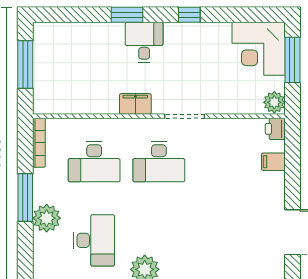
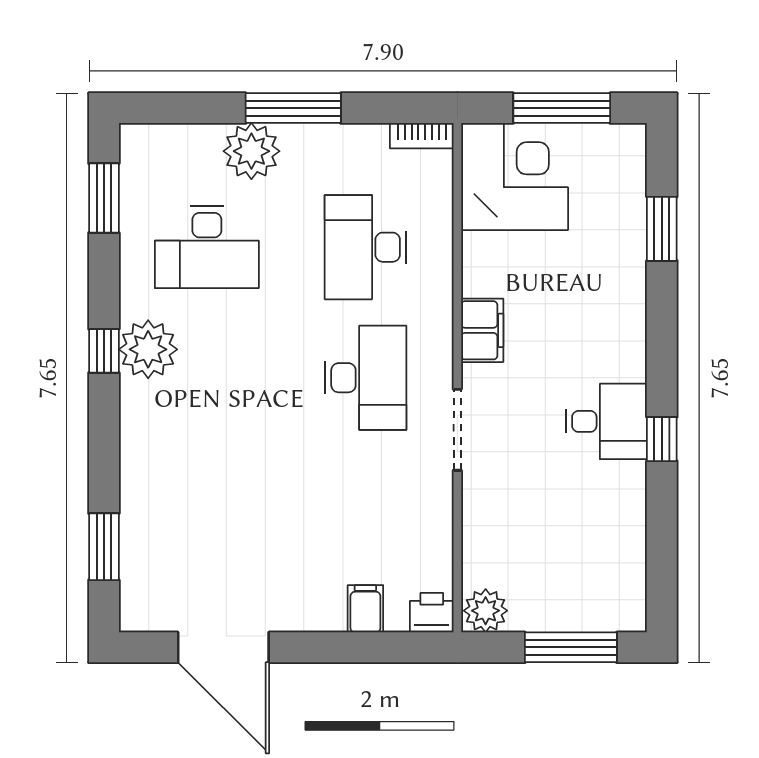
window: (127, 15) -> (662, 229), moved
desk: (144, 42) -> (606, 421), moved
corner desk: (259, 49) -> (515, 177), moved, turned 90
bookcase: (39, 143) -> (422, 136), width x0.64
desk: (159, 162) -> (366, 378), turned 180

